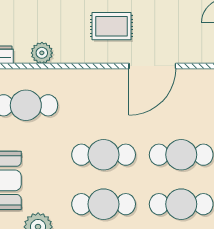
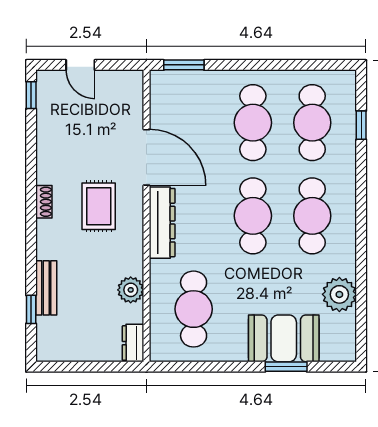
dresser: (98, 79) -> (162, 223), added

